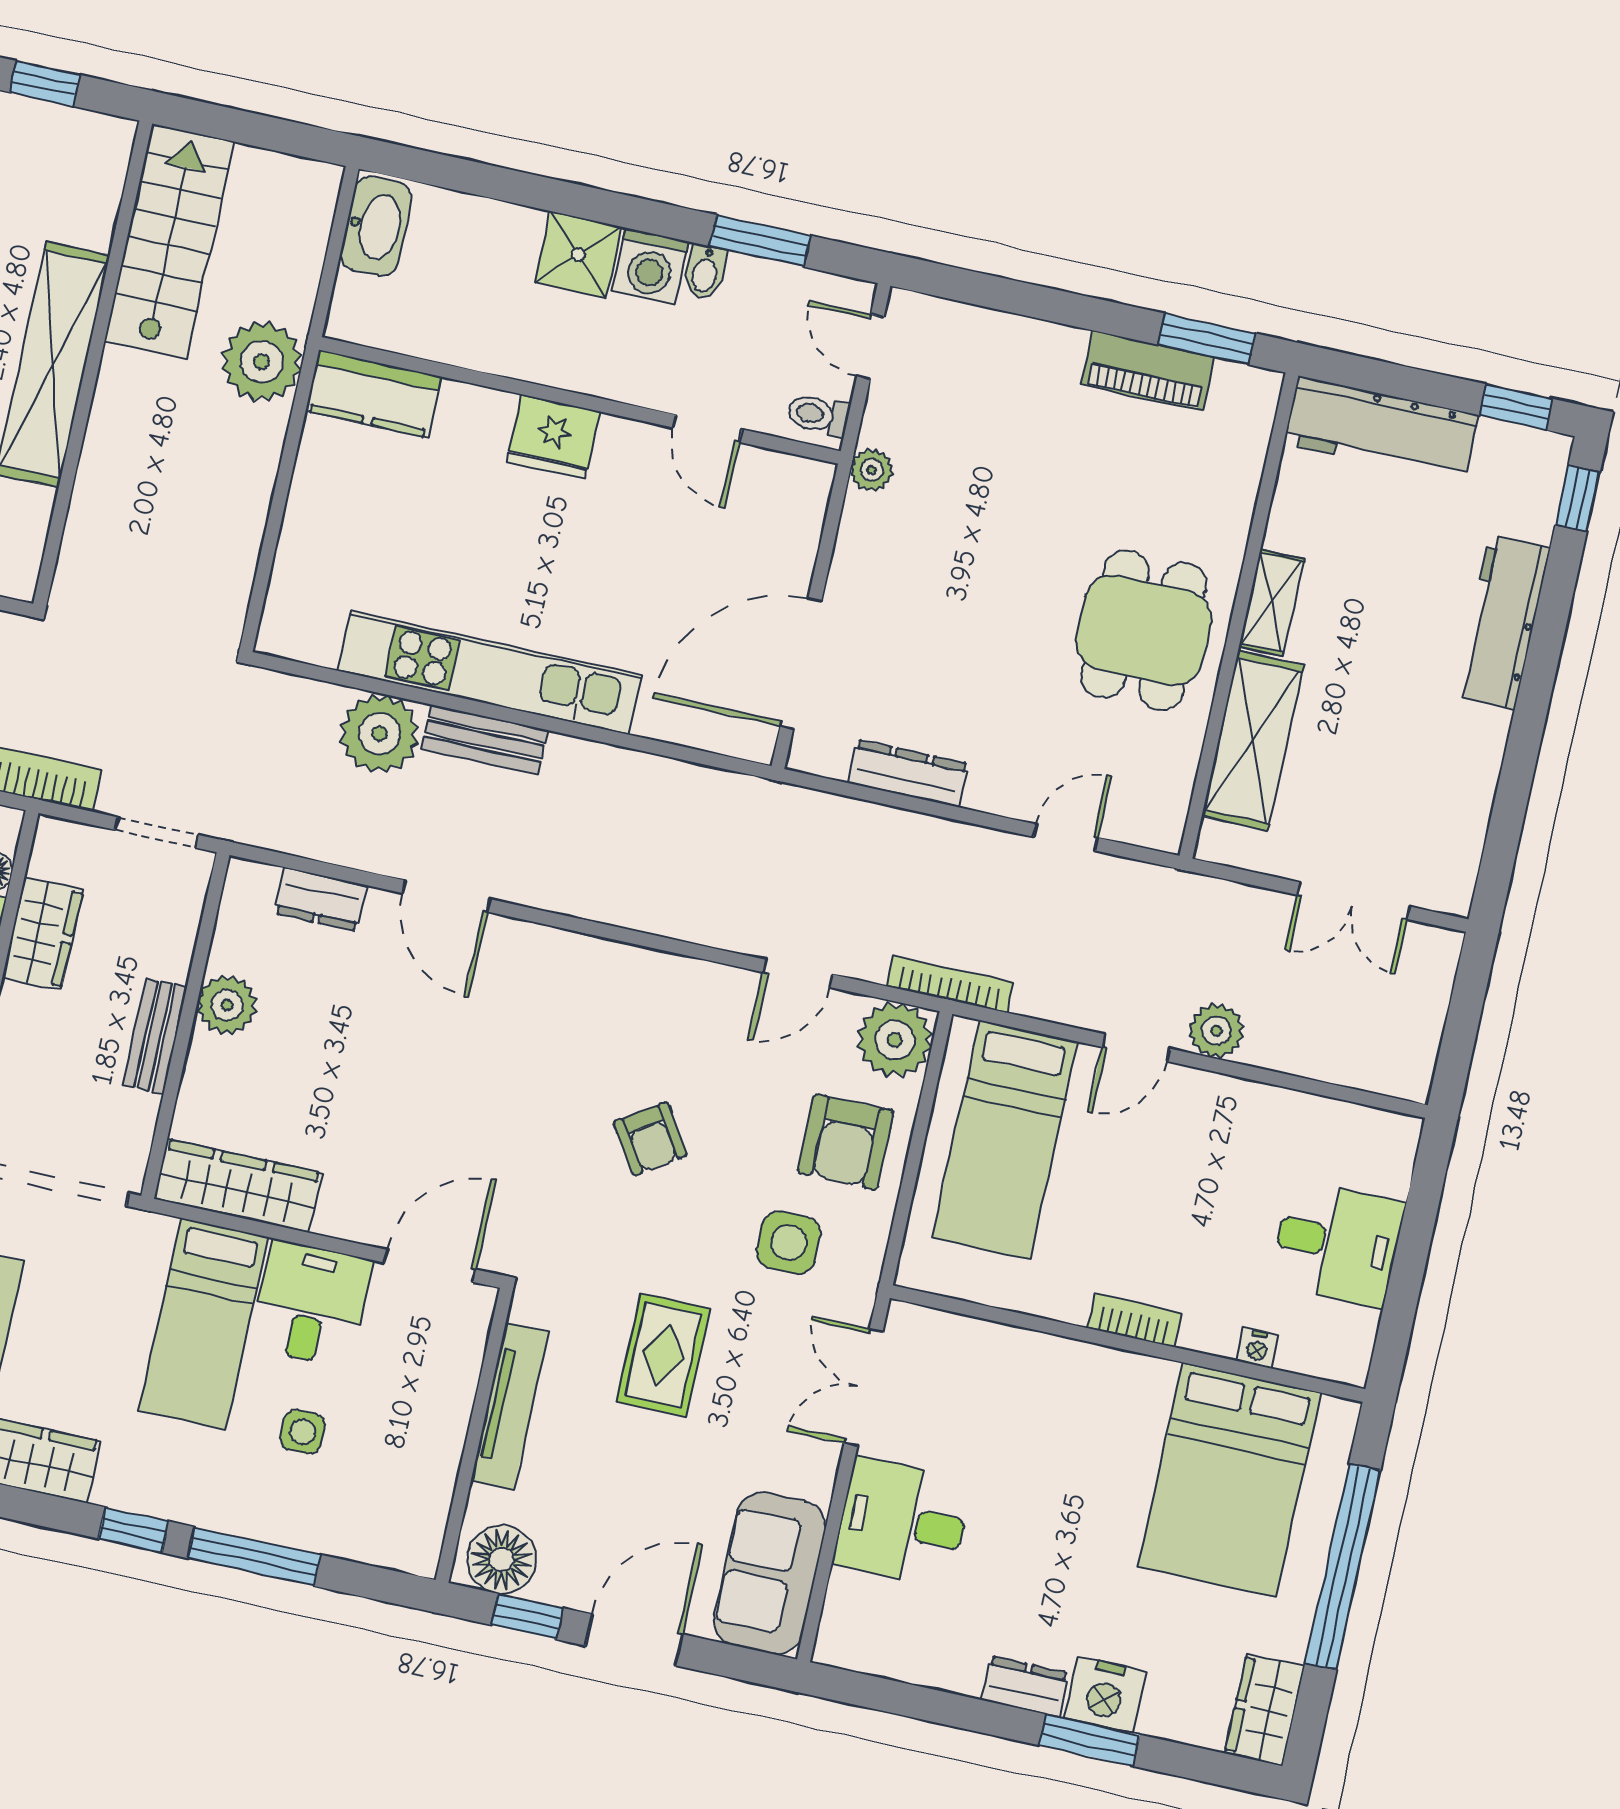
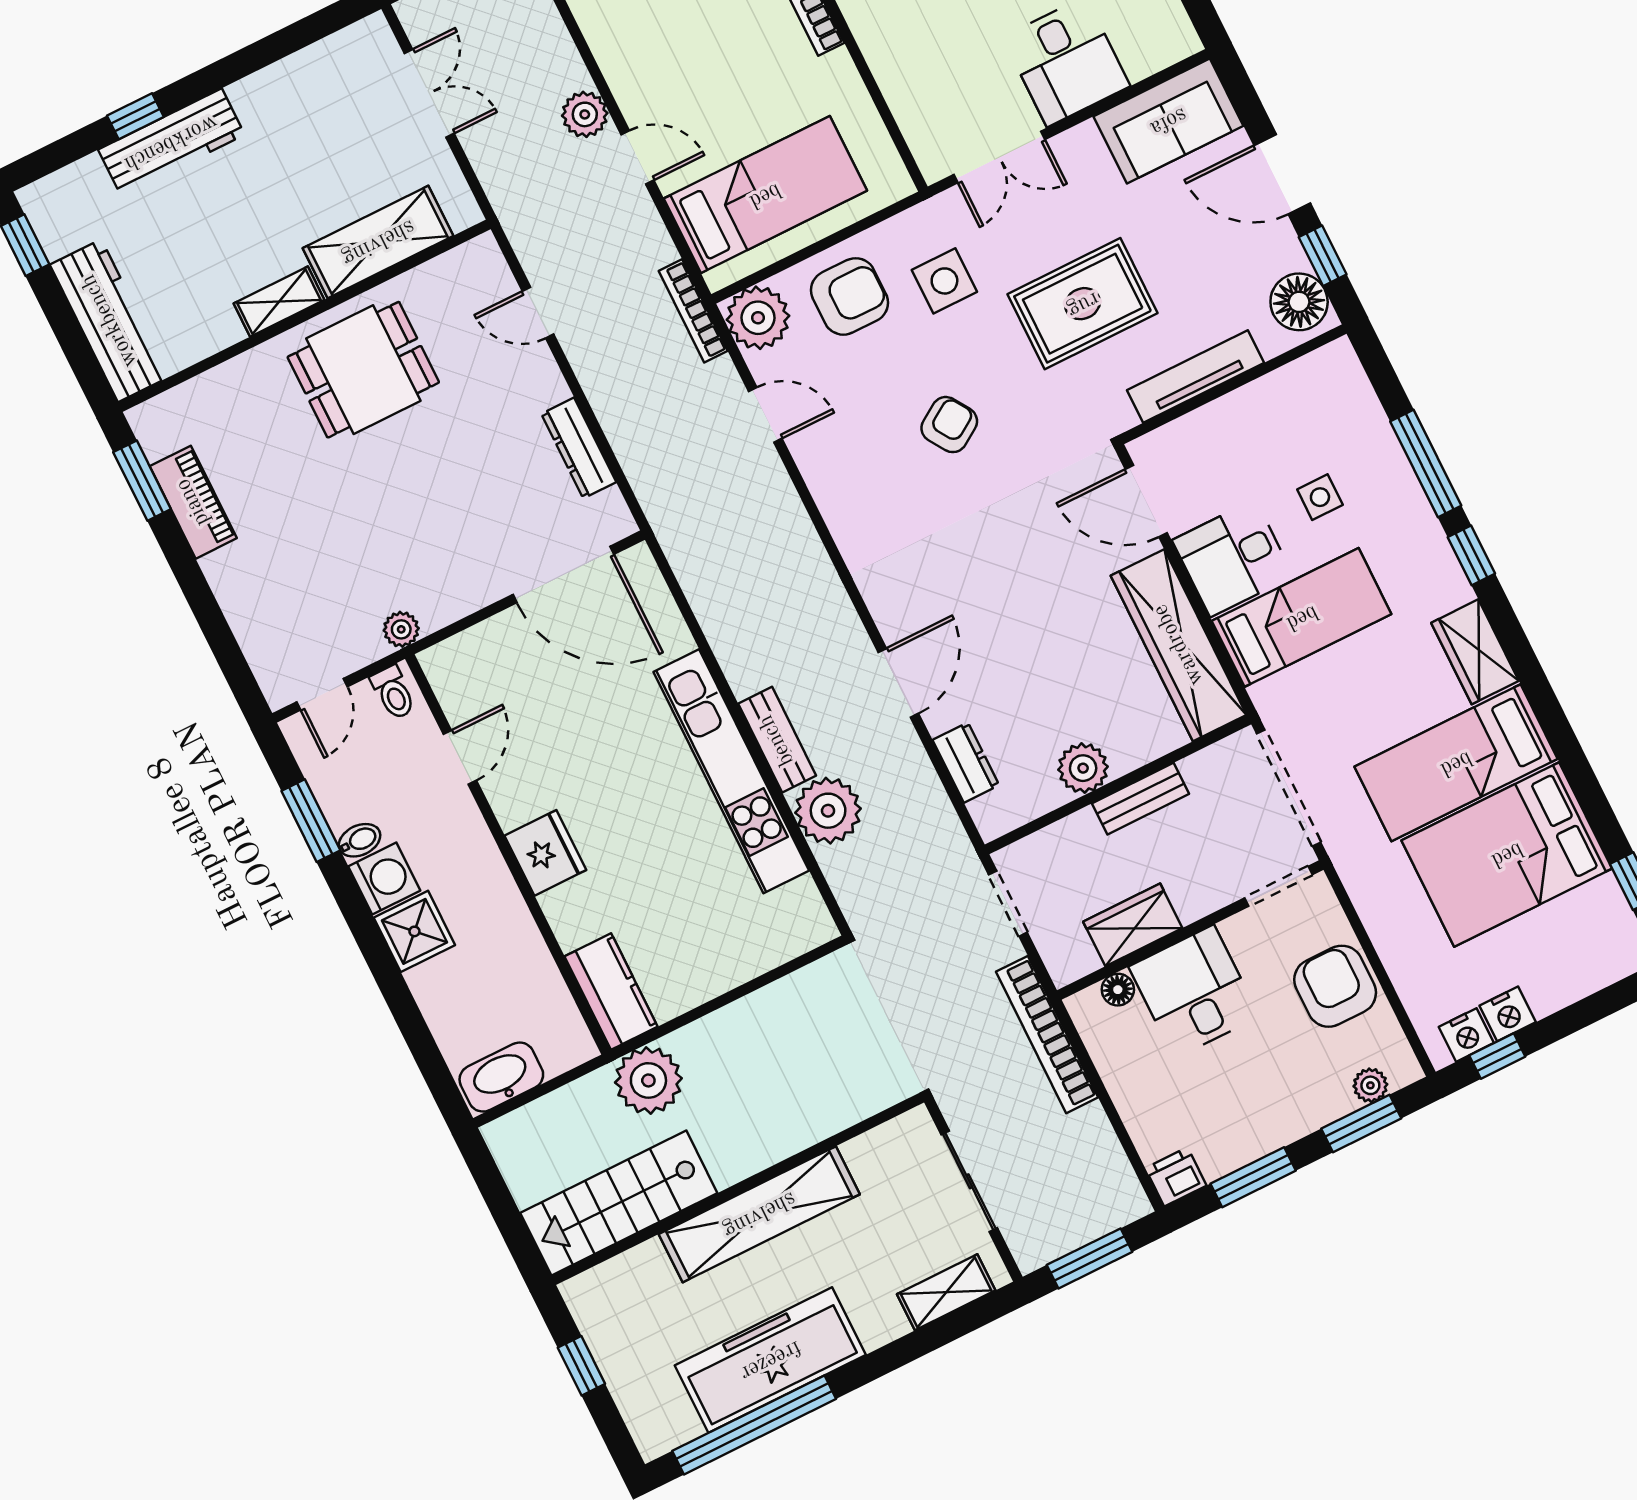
window: (1578, 498) -> (135, 116), moved
wardrobe: (238, 1186) -> (1179, 645), width x1.40, depth x1.17
rug: (663, 1355) -> (1083, 304), width x1.36, depth x1.43

